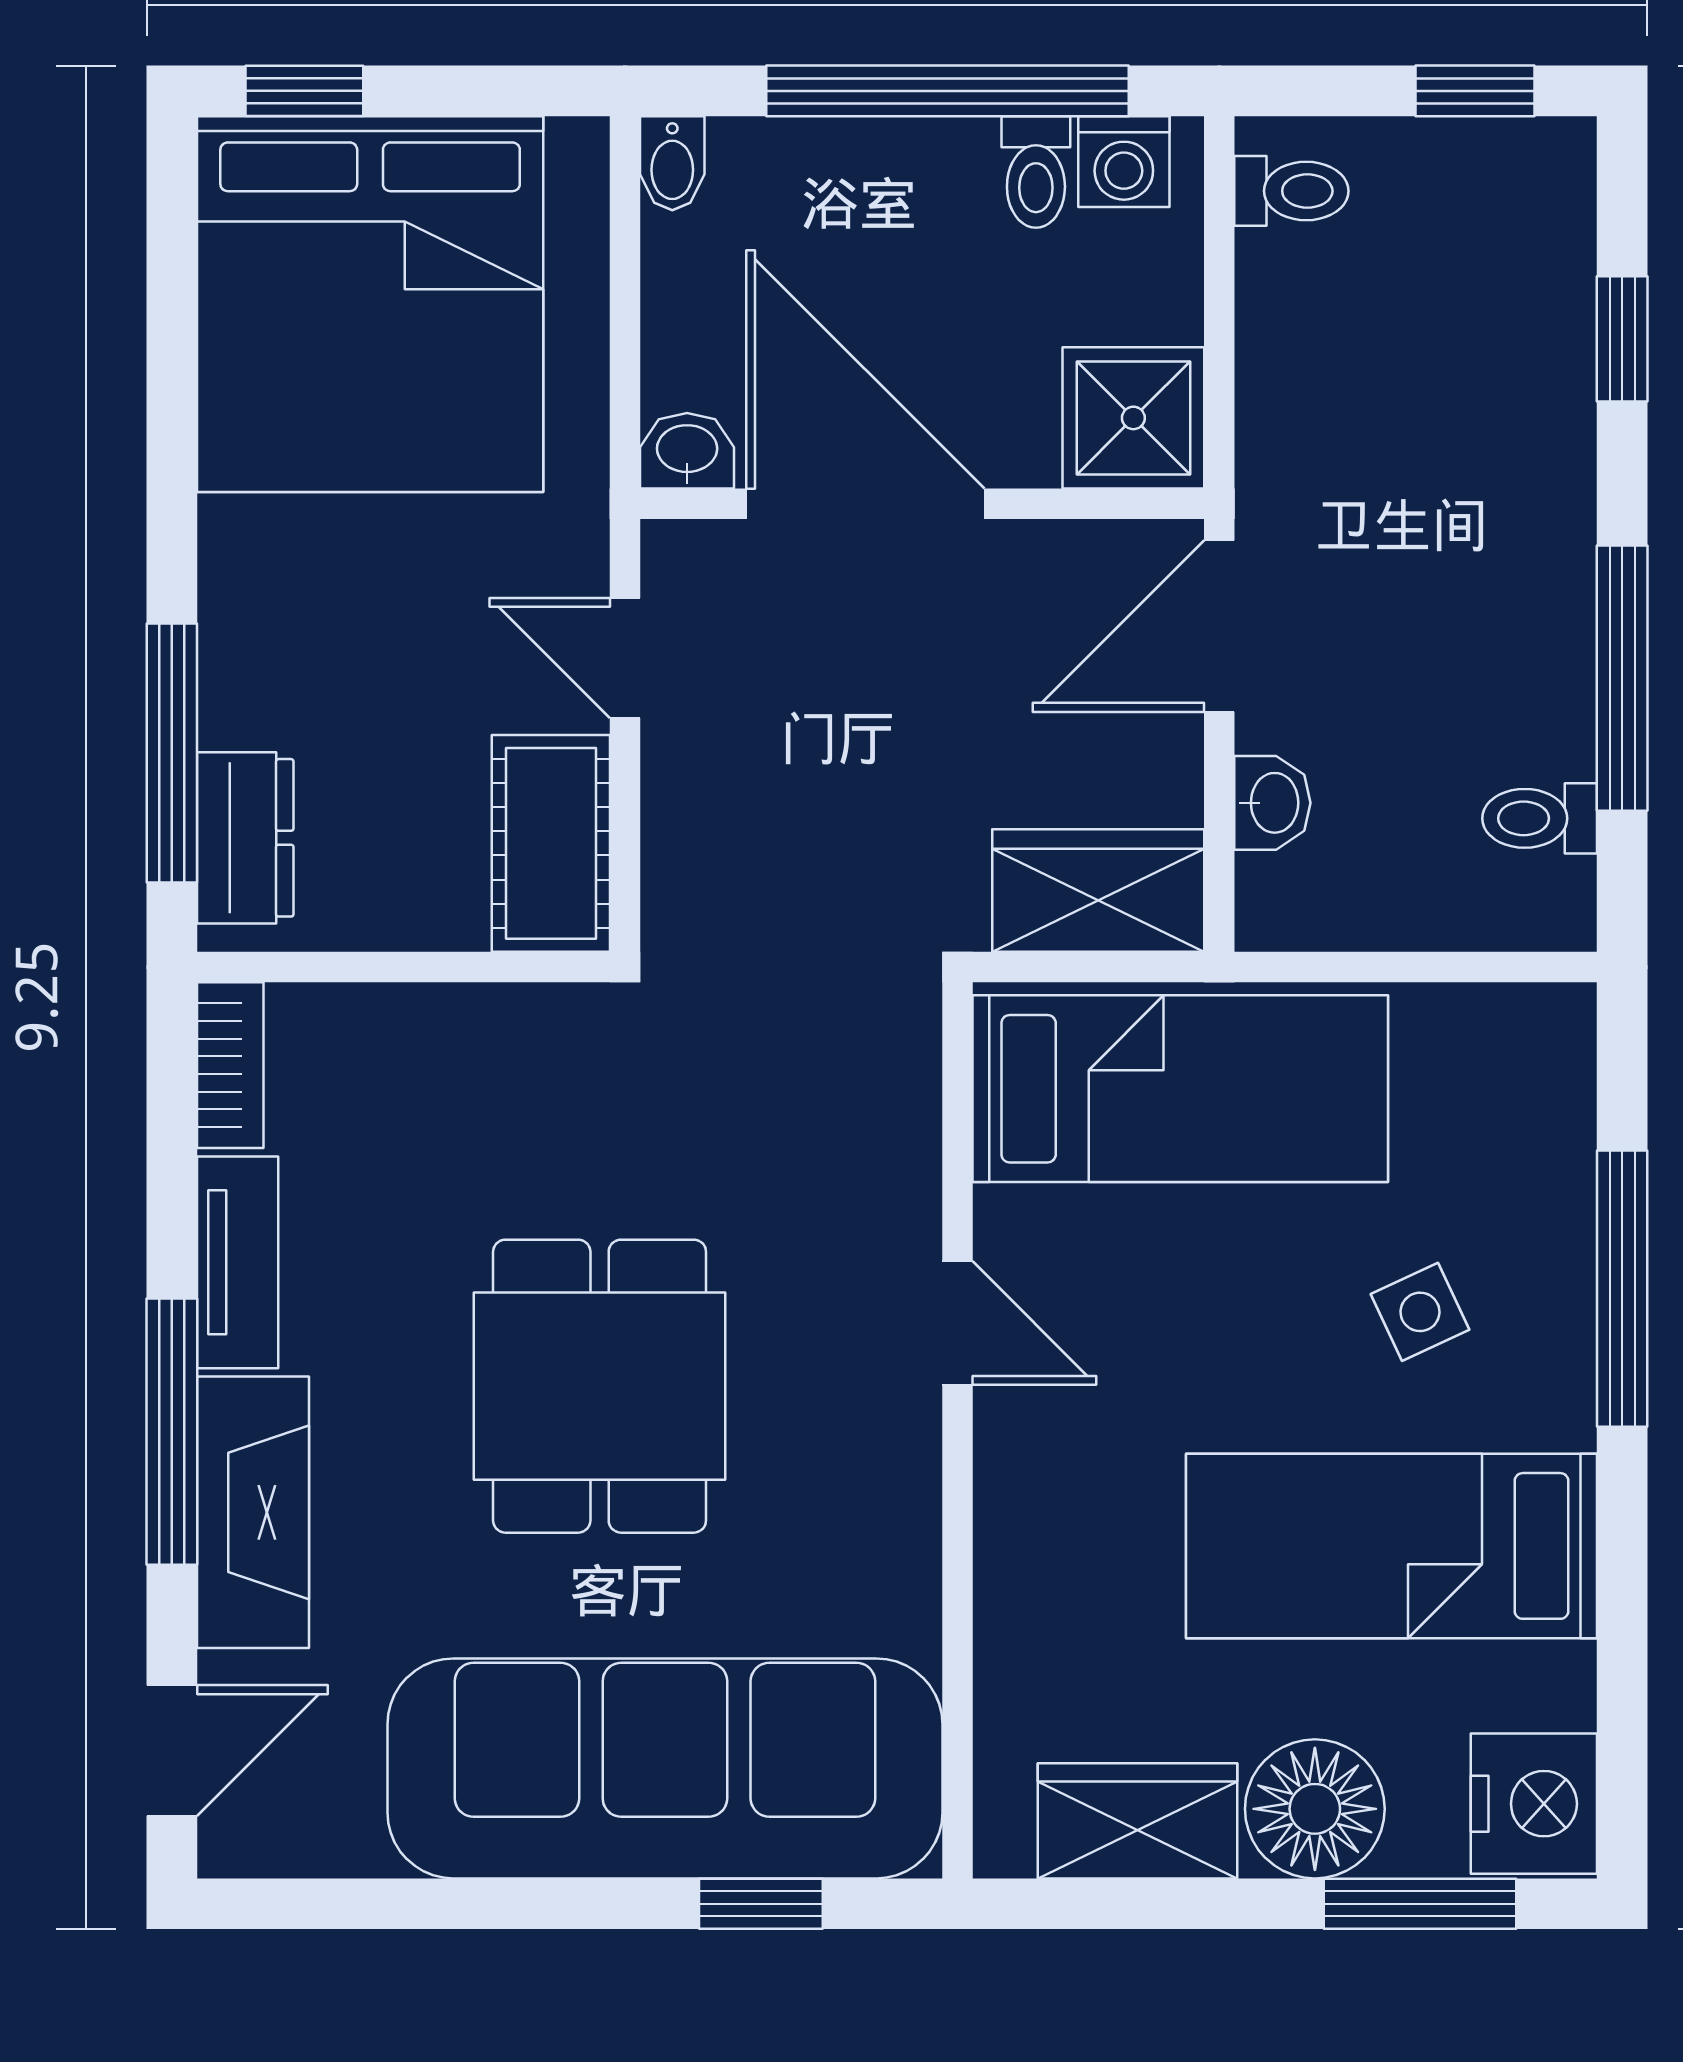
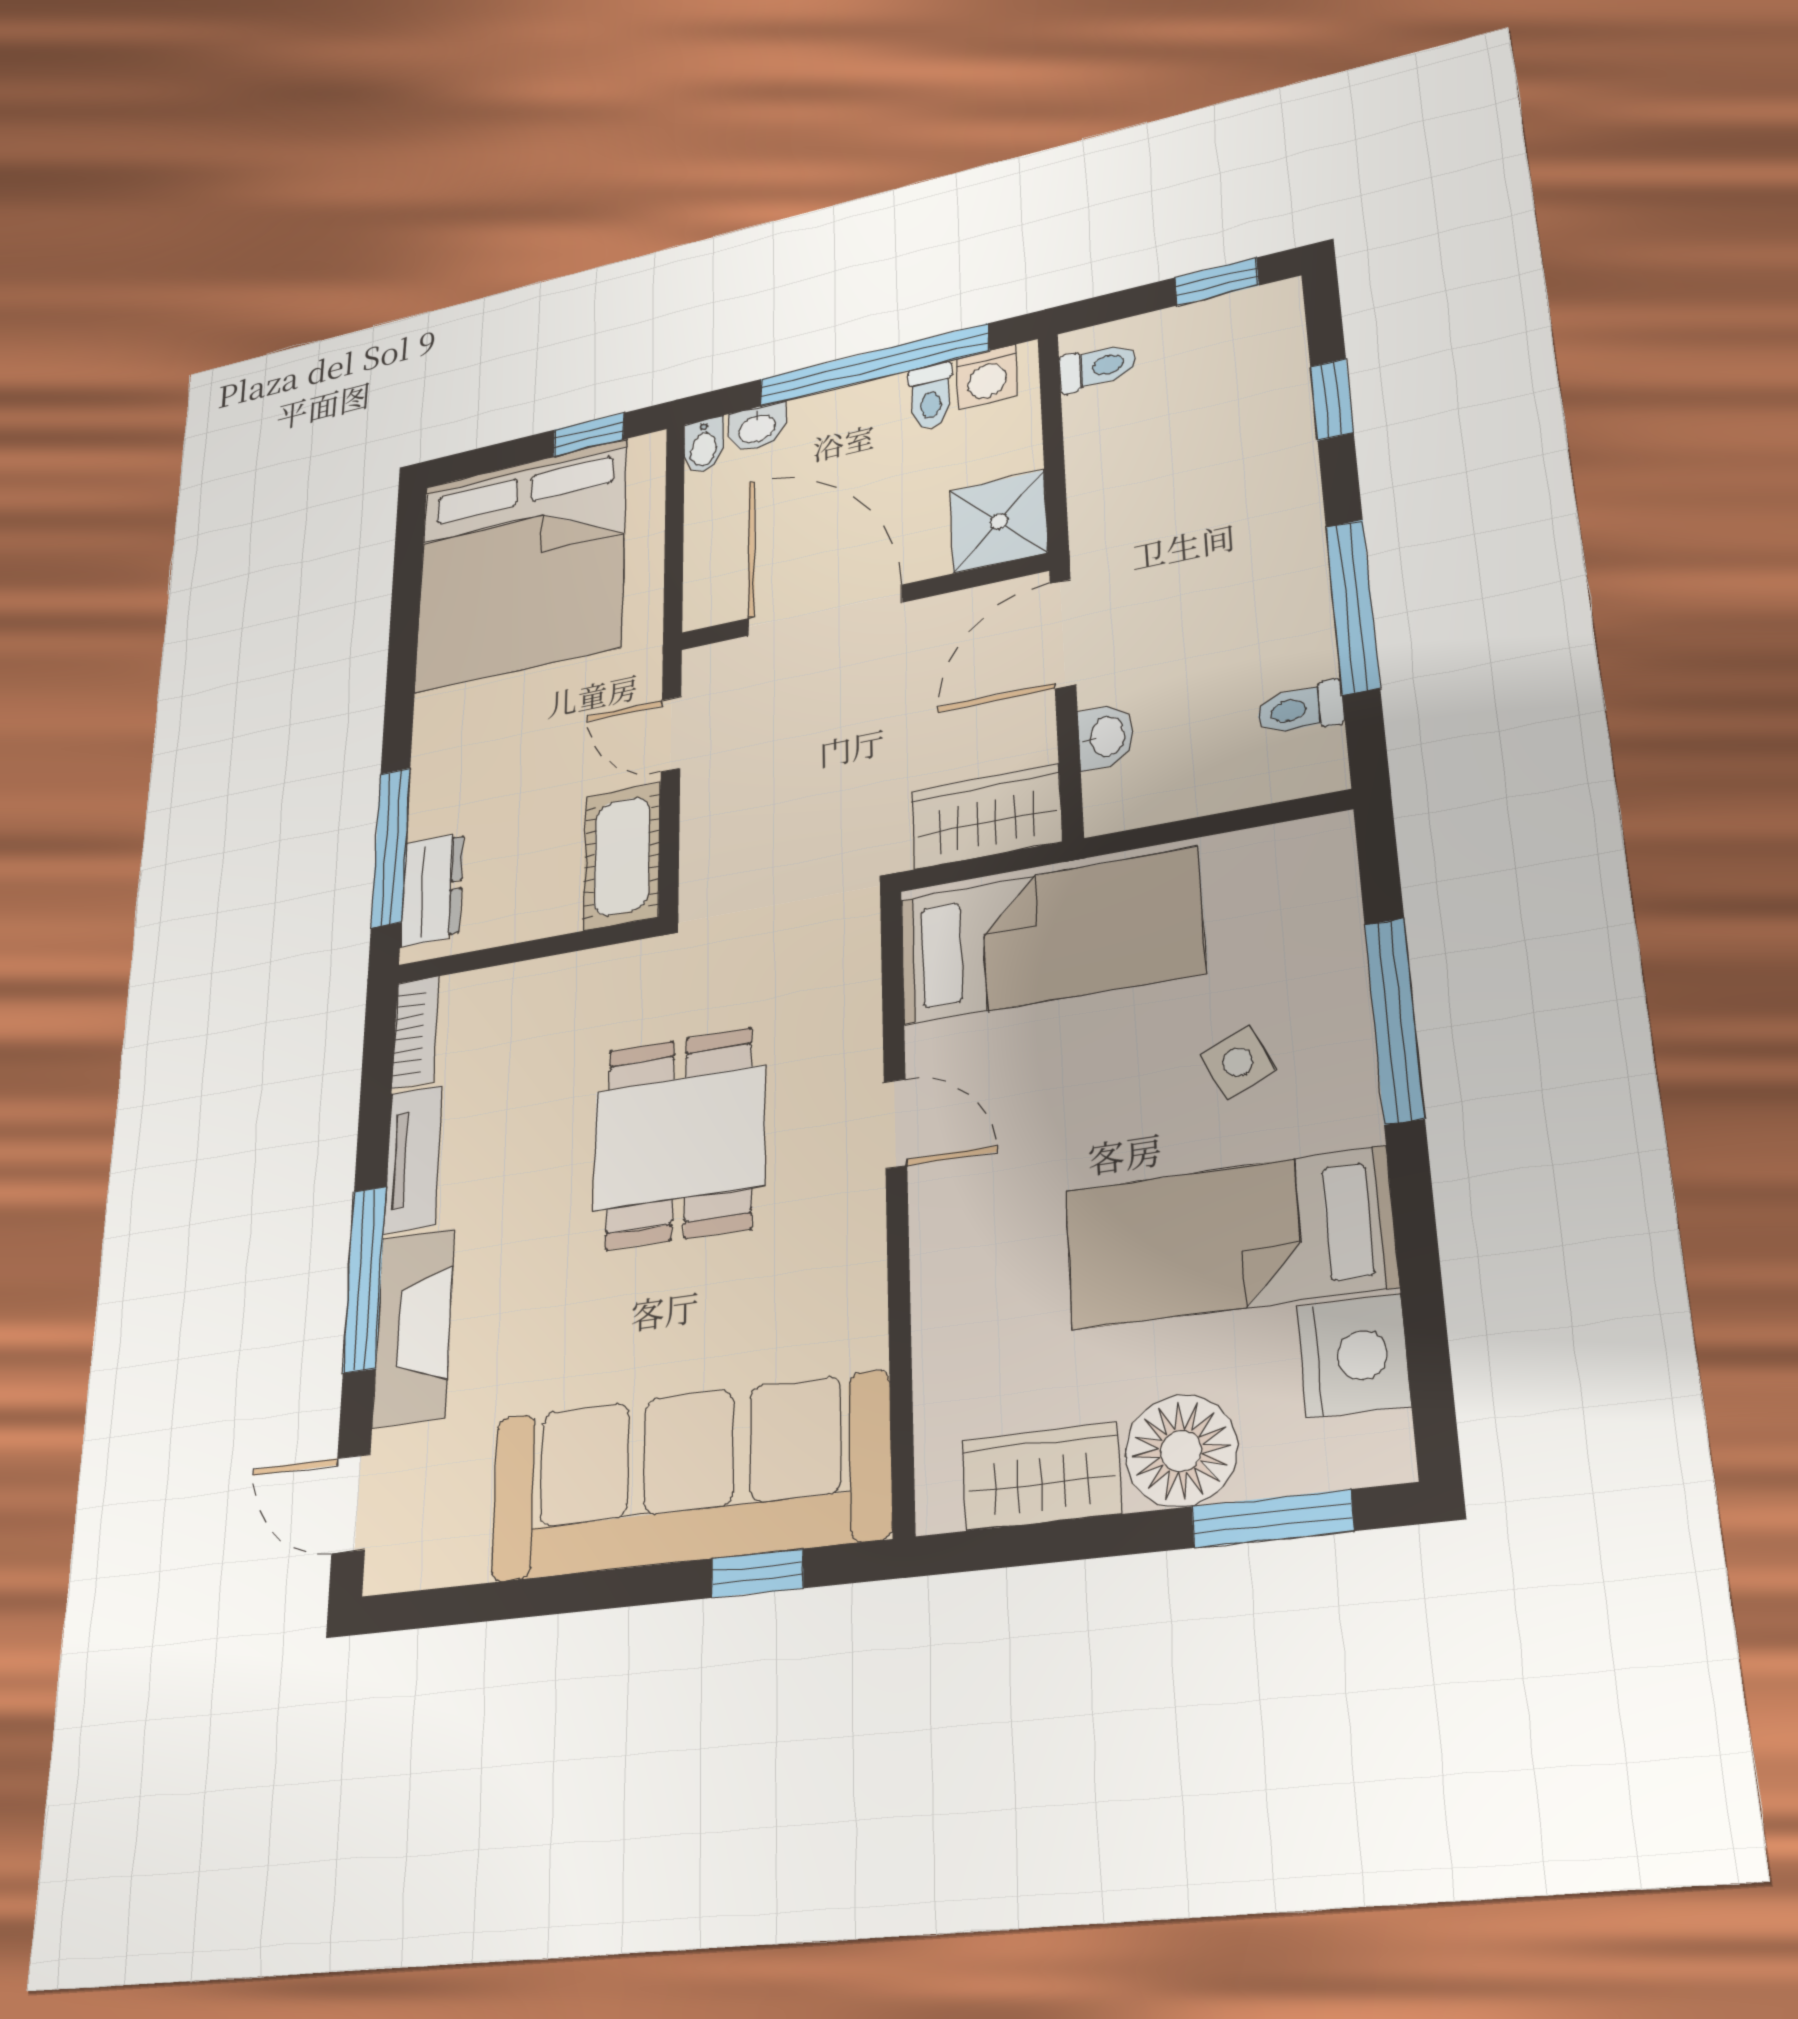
window: (304, 91) -> (589, 435), moved
washbasin: (687, 451) -> (757, 428), moved, turned 180
dining table: (600, 1386) -> (679, 1138), moved
door: (172, 1751) -> (351, 1504), swing flipped
nightstand: (1534, 1804) -> (1354, 1356), moved

